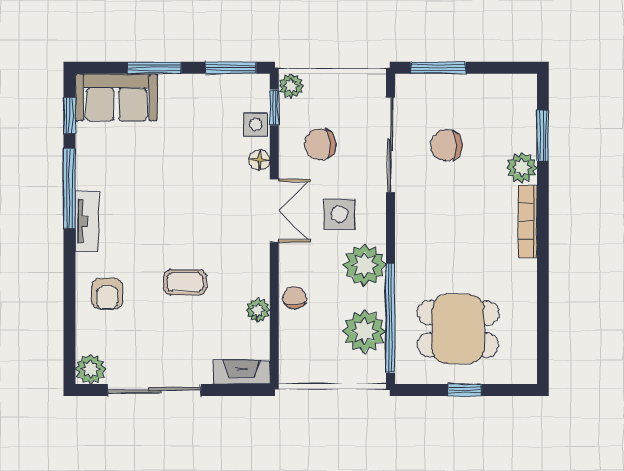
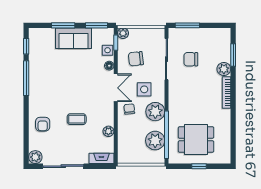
sofa: (116, 97) -> (73, 38), moved
tv unit: (87, 221) -> (34, 92), removed
chair: (294, 298) -> (129, 109), moved

